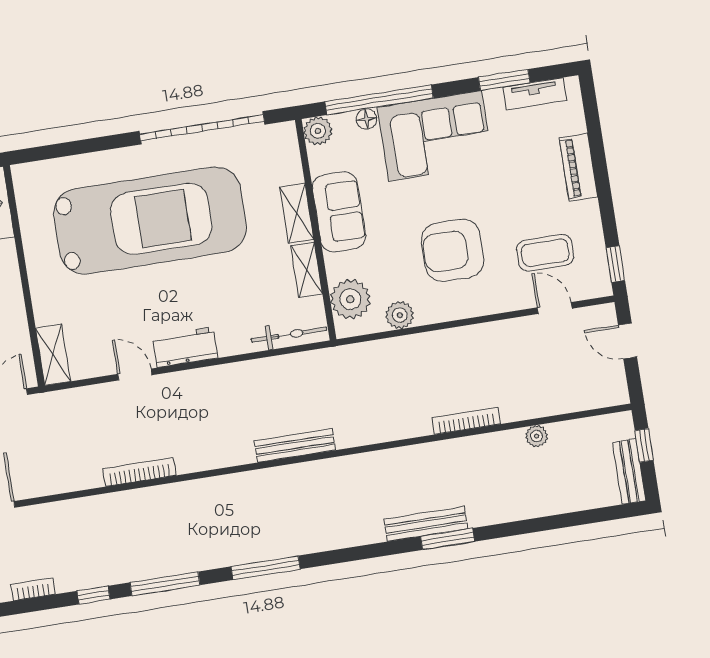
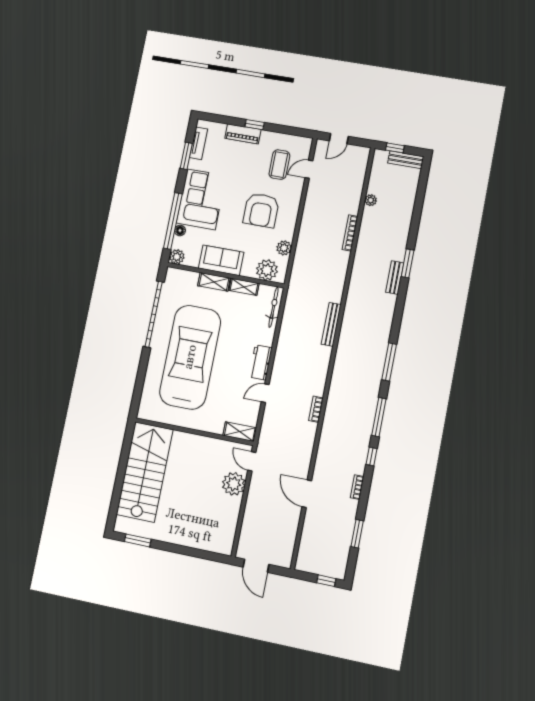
window: (615, 264) -> (255, 125), moved
bookcase: (139, 472) -> (316, 409), width x0.64
bench: (426, 524) -> (395, 278), width x0.73

